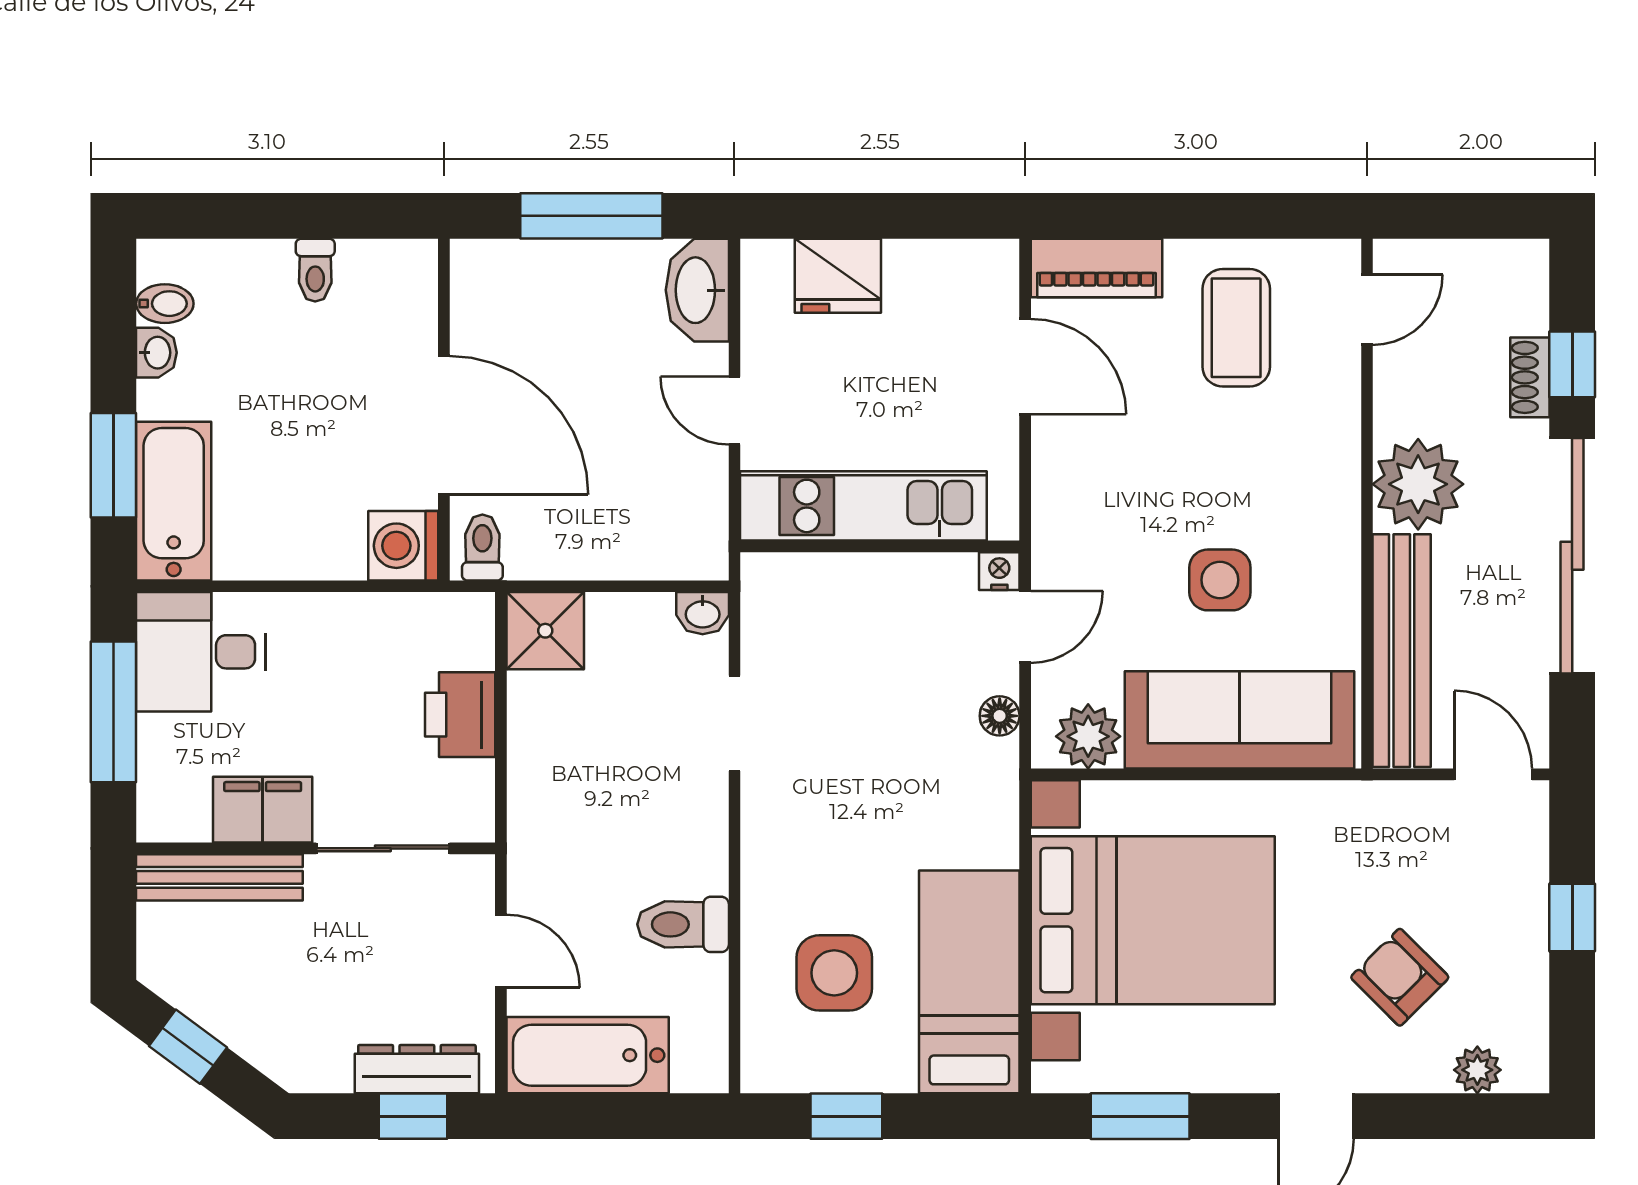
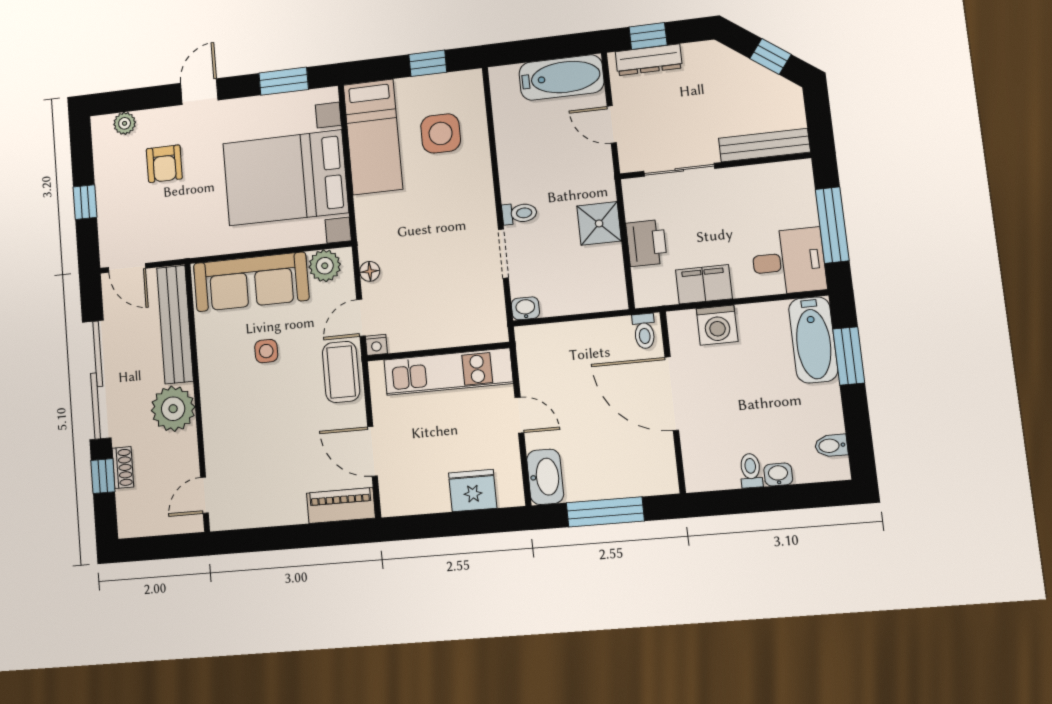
coffee table: (1236, 328) -> (341, 372), moved
washbasin: (156, 353) -> (778, 474), moved, turned 90
washing machine: (403, 546) -> (717, 325), moved, turned 90
side table: (1220, 580) -> (266, 351), width x0.73, depth x0.73
shower: (545, 631) -> (599, 223), moved
filing cabinet: (263, 810) -> (704, 284), moved, turned 180
toilet: (683, 924) -> (519, 213), moved, width x0.73, depth x0.72
armchair: (1400, 977) -> (164, 164), turned 45

